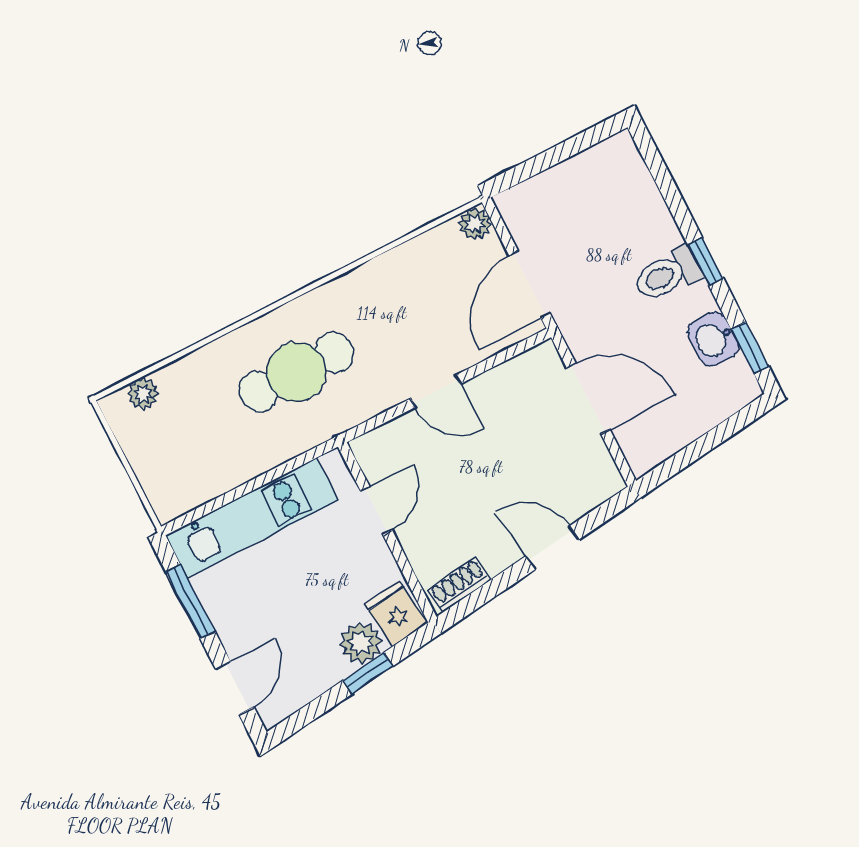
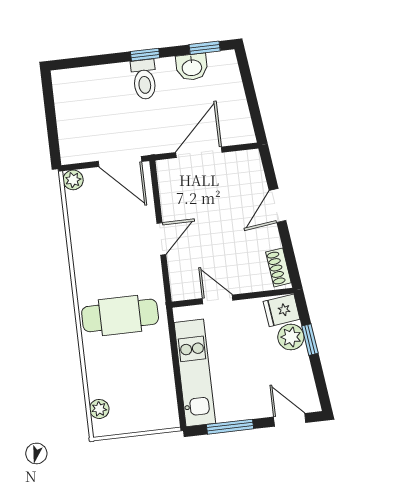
cafe table: (296, 372) -> (120, 315), turned 90

